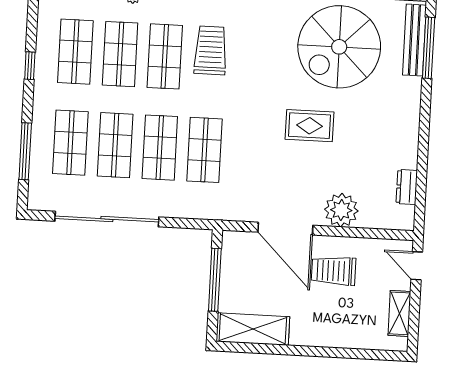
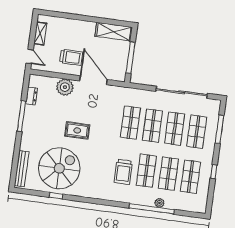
window: (429, 48) -> (21, 116), moved

